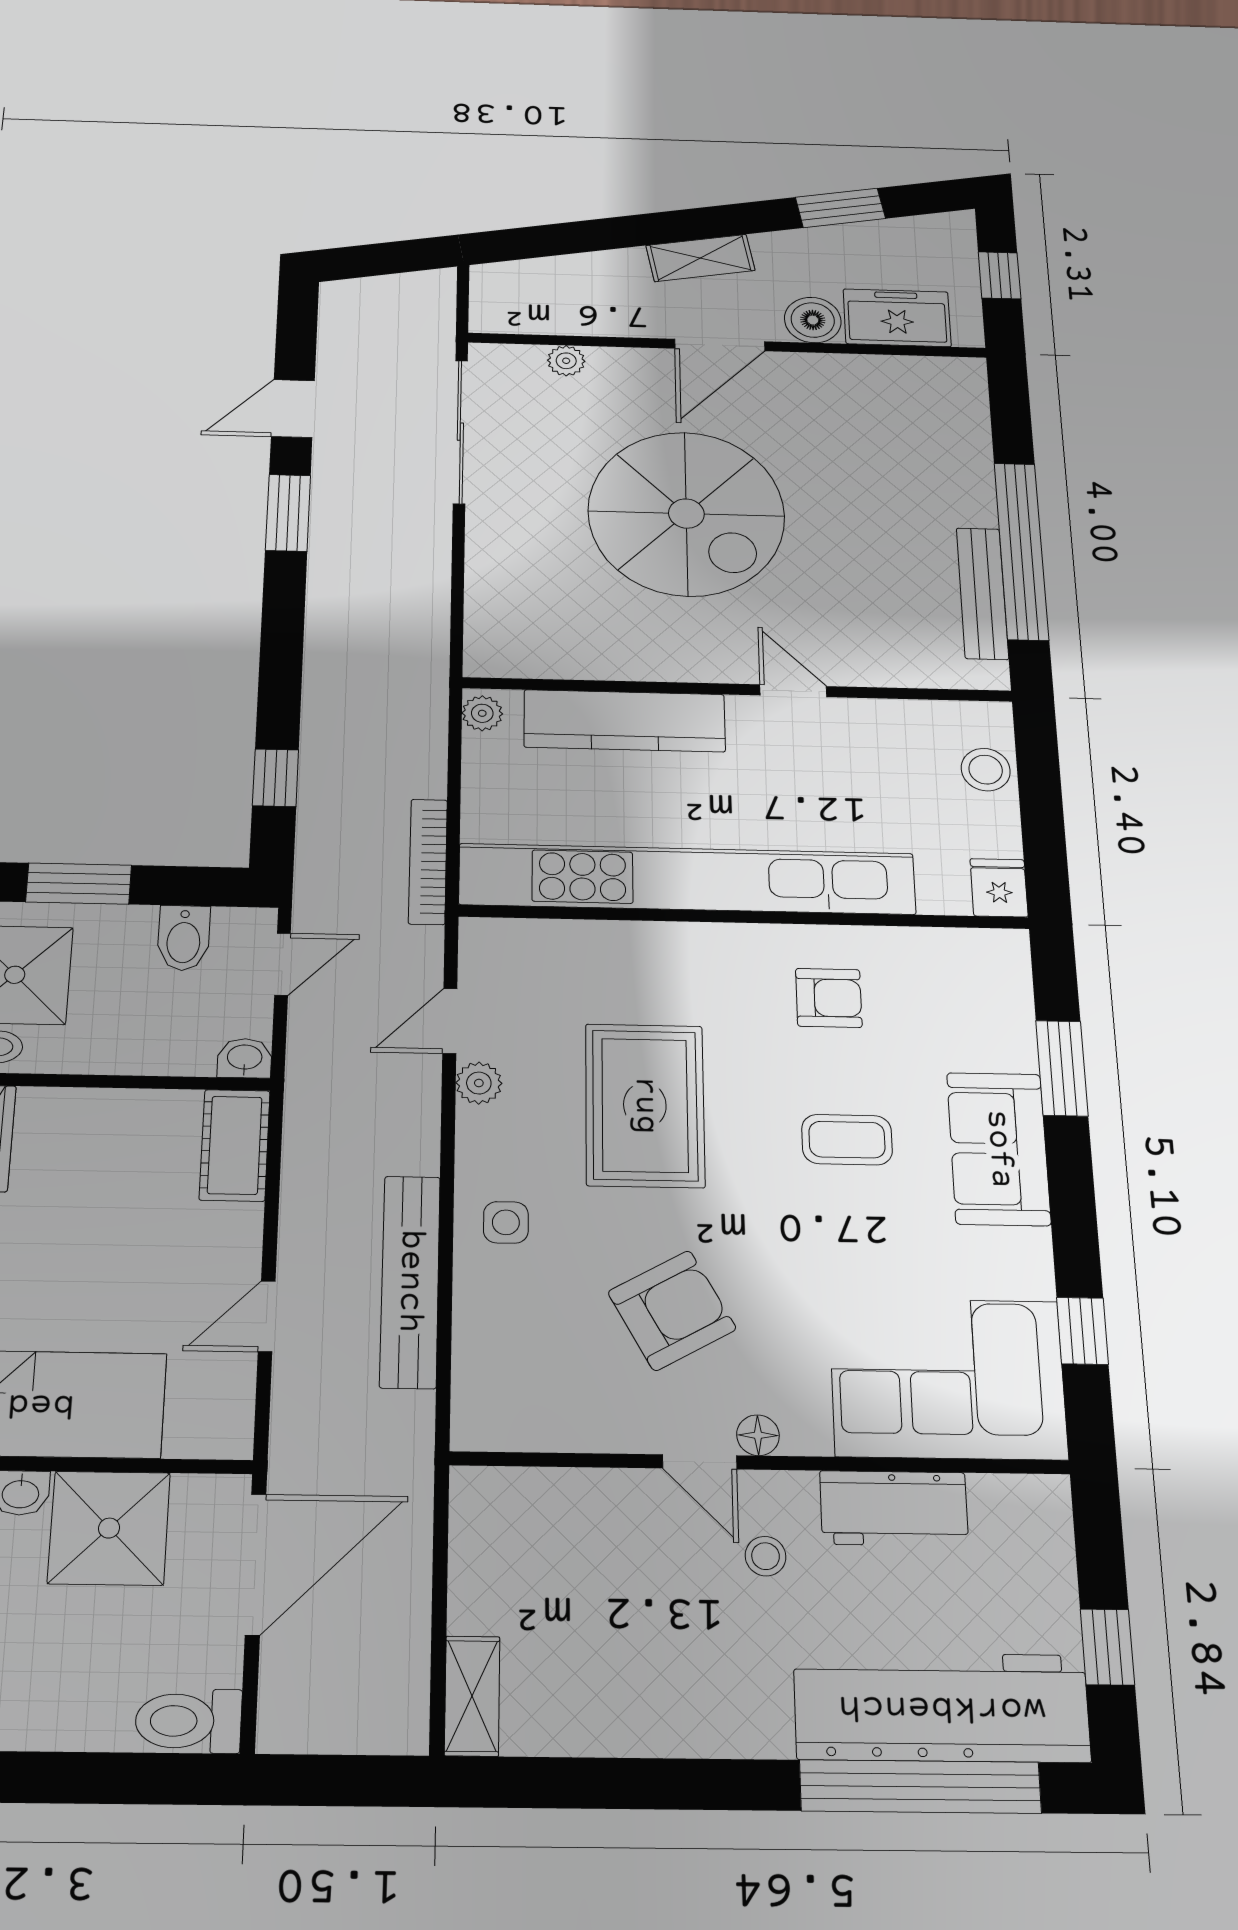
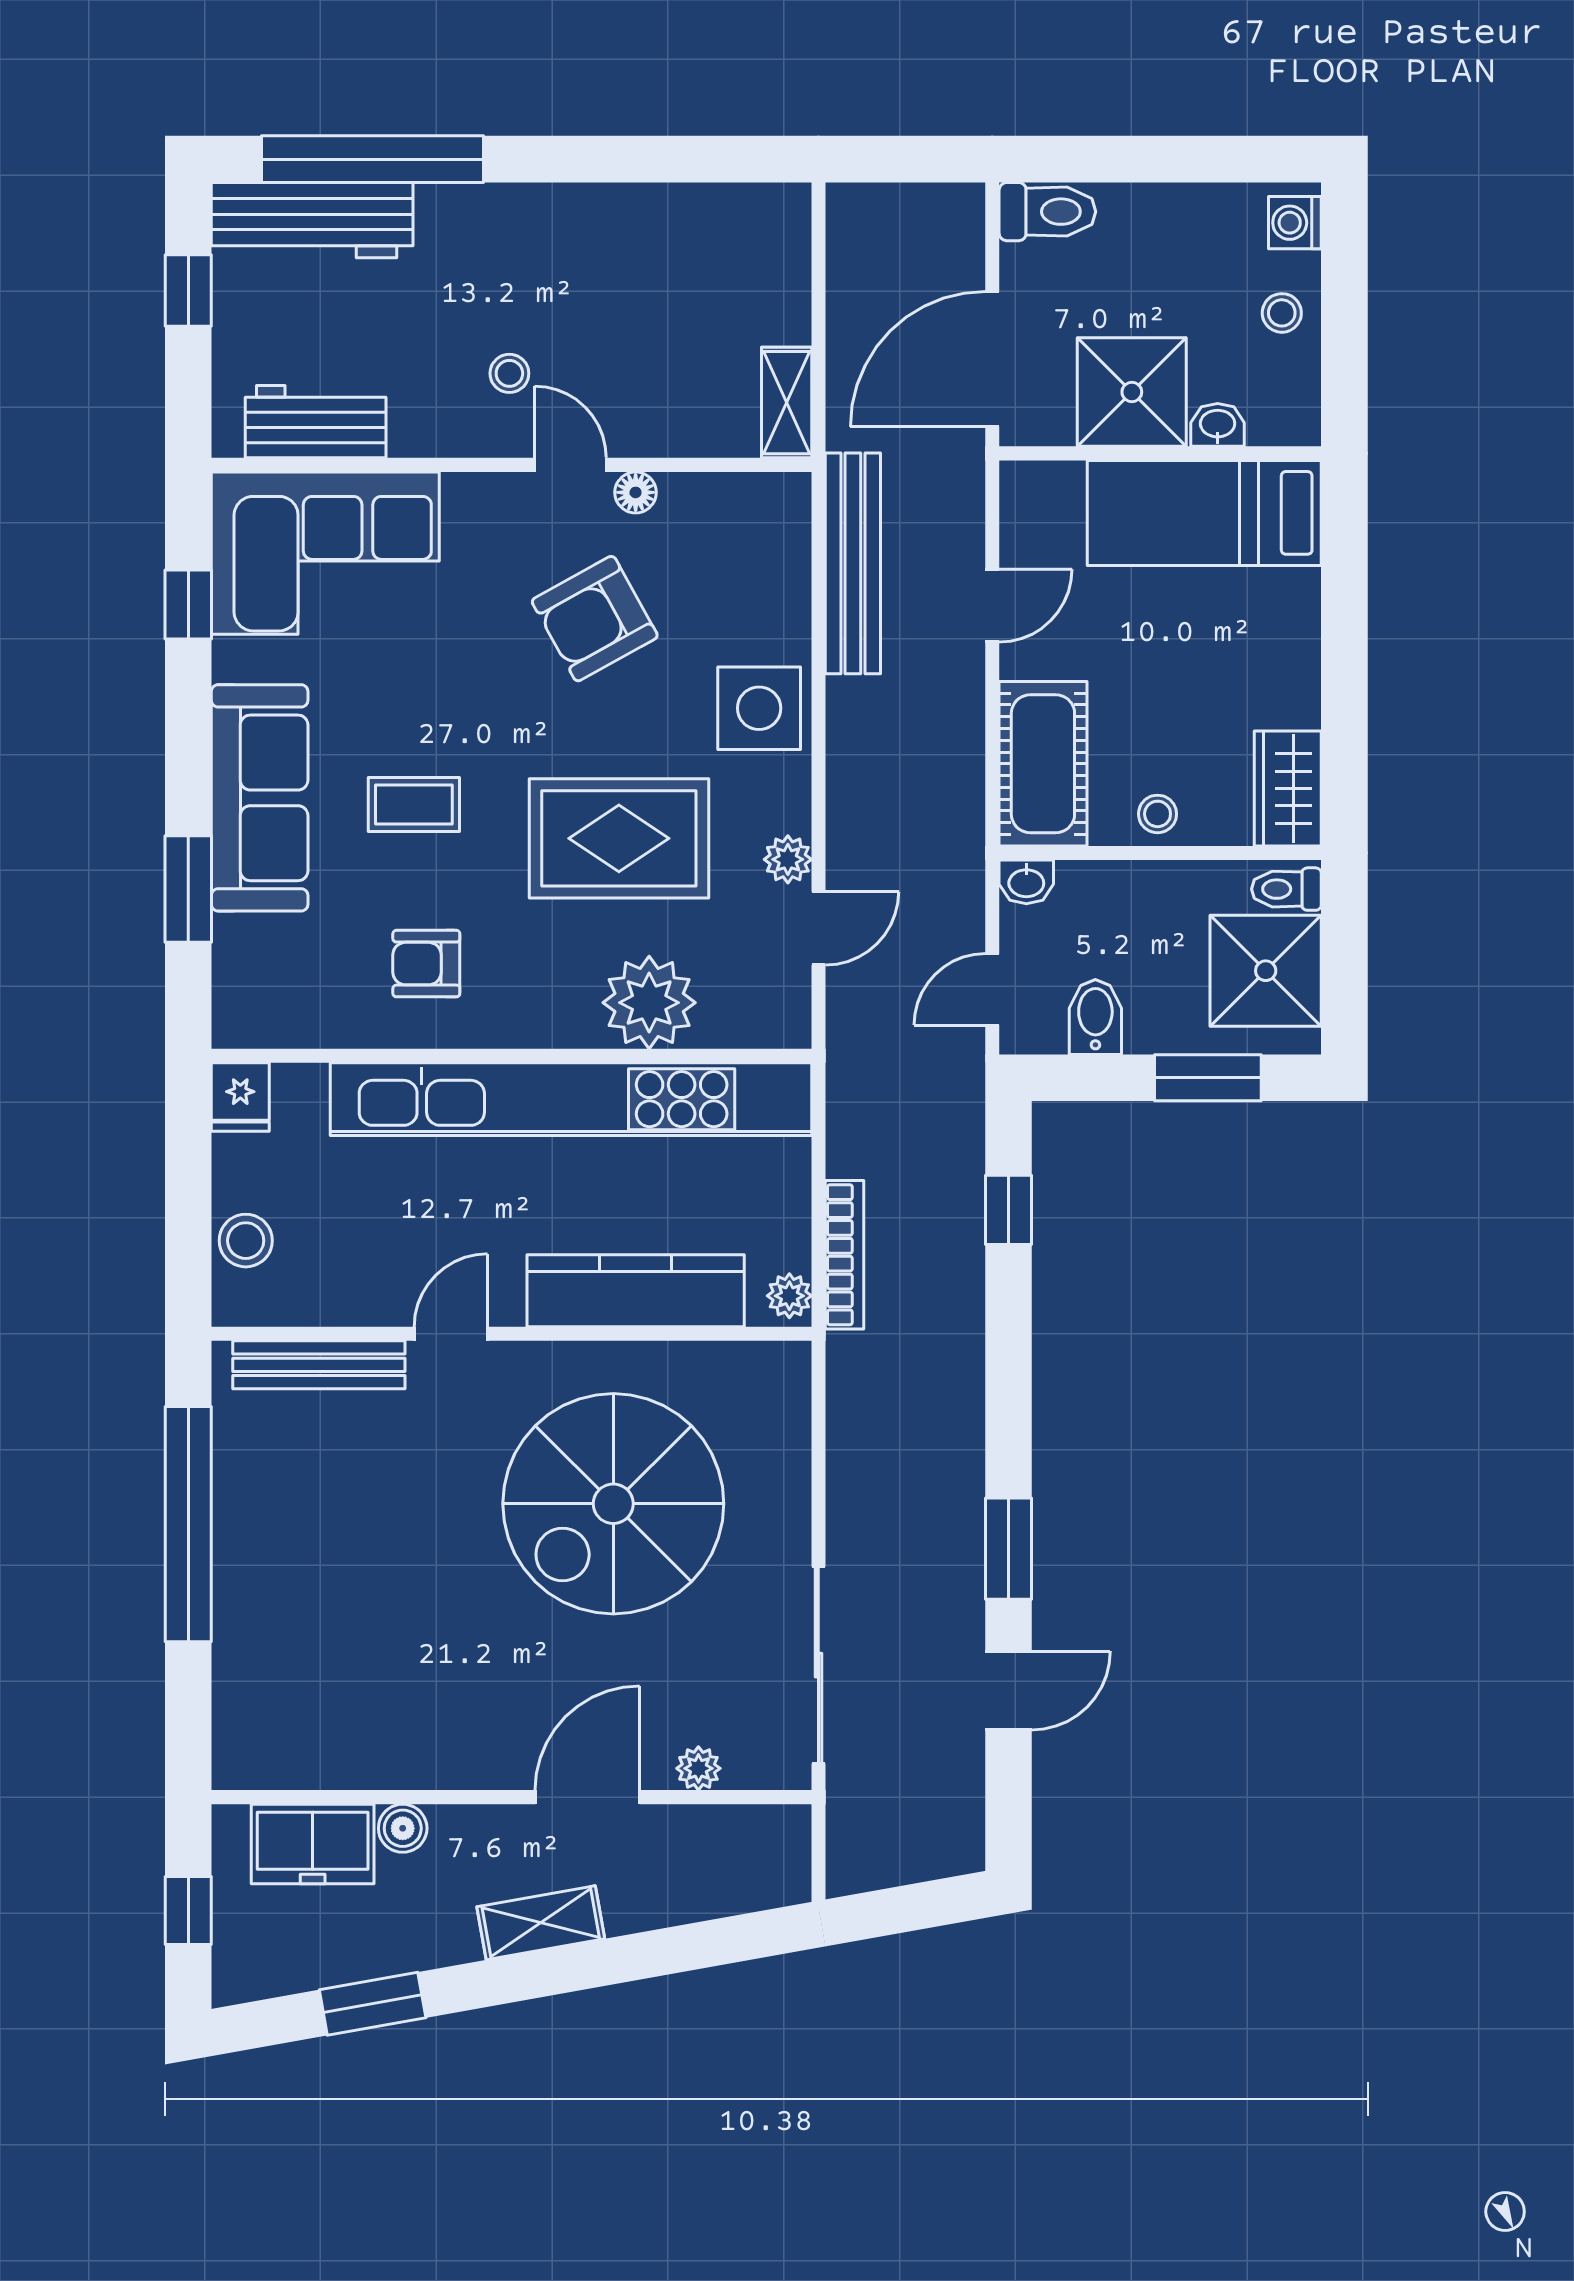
boiler: (813, 320) -> (403, 1828), width x0.73, depth x0.73
door: (720, 345) -> (587, 1797), moved
spiral stairs: (686, 514) -> (613, 1504), moved, turned -90
bench: (982, 593) -> (319, 1365), moved, turned 90
door: (793, 691) -> (451, 1334), swing flipped
bookcase: (428, 862) -> (844, 1255), moved
plant: (614, 960) -> (649, 1003), added
rug: (645, 1105) -> (619, 838), turned 90
stool: (111, 1117) -> (1158, 814), added
cot: (235, 1145) -> (1043, 764), width x1.37, depth x1.34
sofa: (999, 1149) -> (260, 798), width x1.36
side table: (506, 1222) -> (759, 708), width x1.87, depth x1.87
bench: (410, 1281) -> (853, 563), moved
floor lamp: (758, 1435) -> (636, 492), moved
workbench: (894, 1508) -> (316, 422), moved
shelving: (472, 1696) -> (787, 403), moved
workbench: (942, 1707) -> (312, 220), width x0.73, depth x0.76

